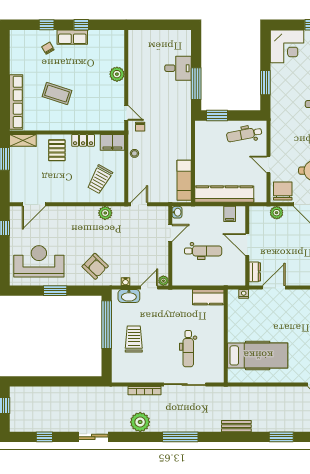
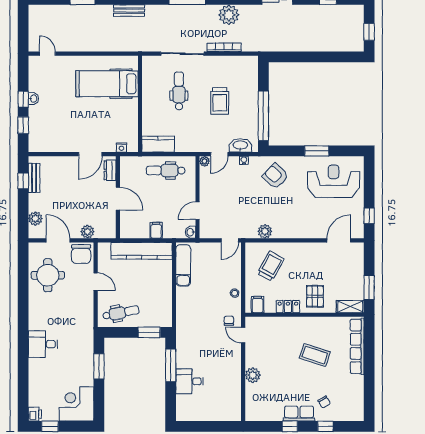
filing cabinet: (112, 142) -> (258, 304), width x0.50
filing cabinet: (230, 214) -> (156, 230), moved
dental chair: (203, 251) -> (166, 170), moved
reception desk: (39, 261) -> (334, 181), turned 180
trolley: (134, 339) -> (220, 101), moved

